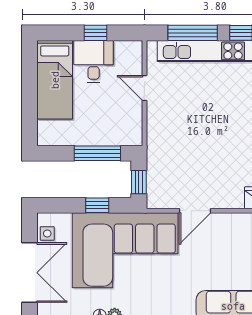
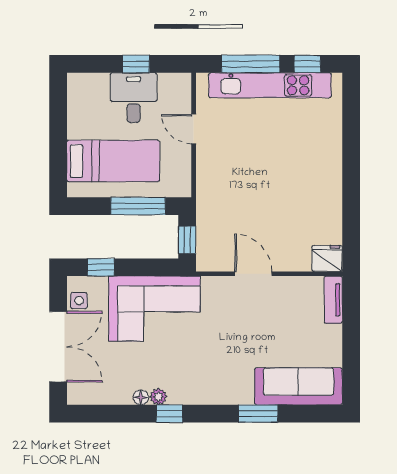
bed: (55, 80) -> (113, 161), moved, turned -90
window: (97, 205) -> (101, 267), moved
door: (195, 211) -> (253, 274), swing flipped
corner sofa: (125, 250) -> (154, 309), width x0.73, depth x0.74

